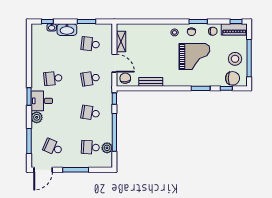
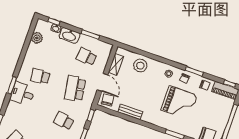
stool: (235, 59) -> (140, 66), moved
school desk: (90, 78) -> (75, 89), width x1.85
plant: (37, 117) -> (37, 38), moved

